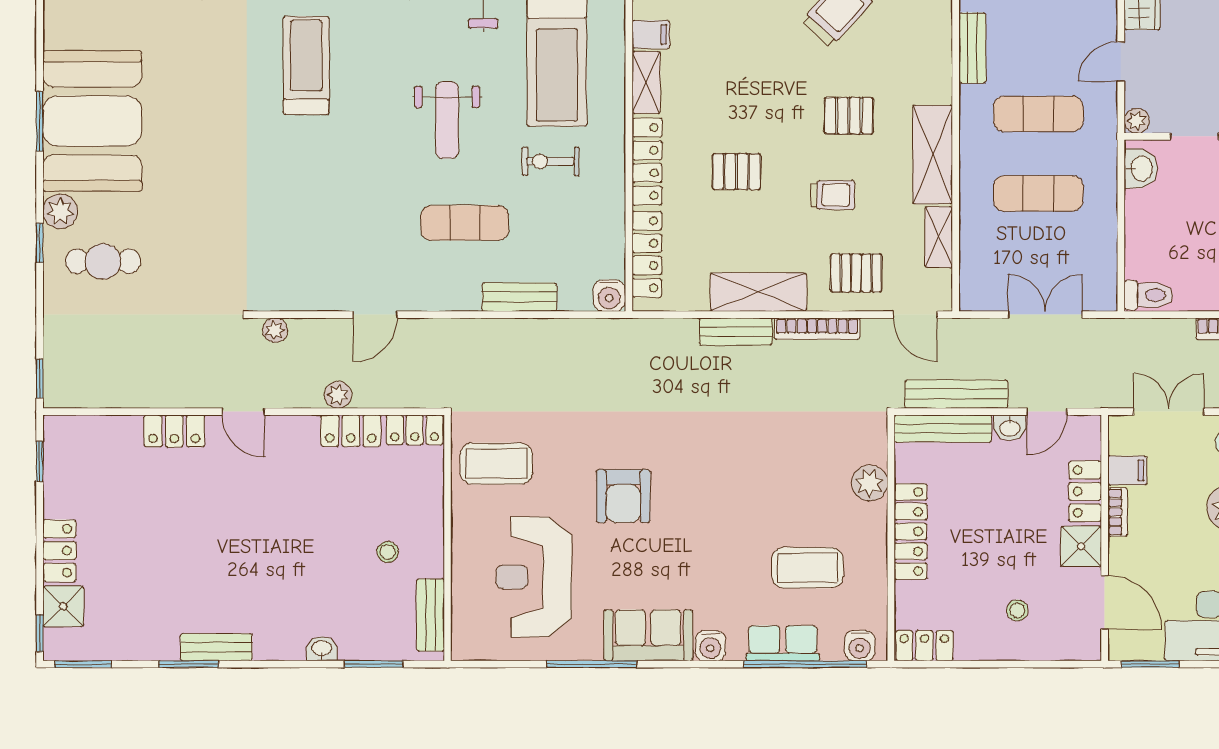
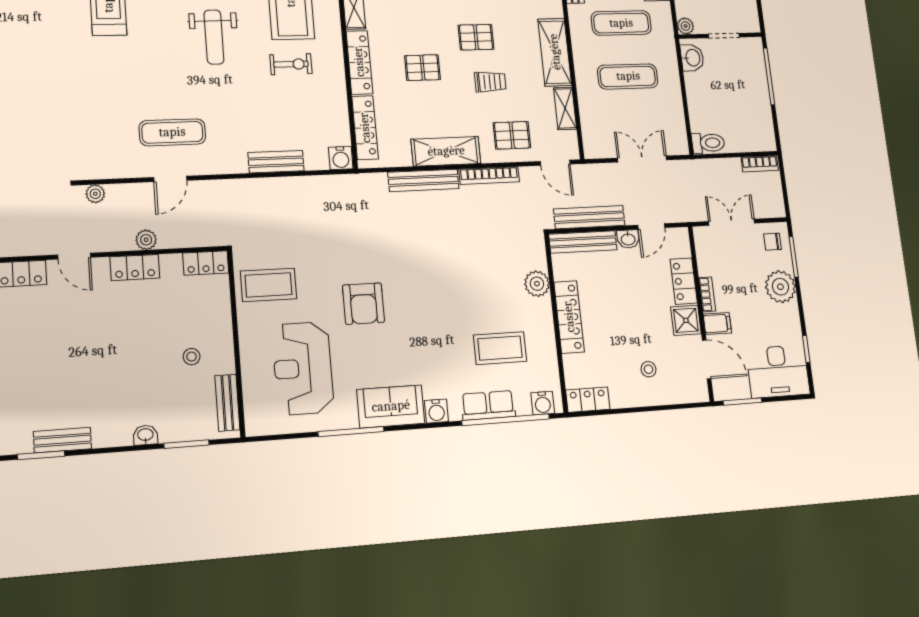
pallet: (849, 116) -> (476, 37), moved
exercise bike: (551, 161) -> (291, 64), turned 180
exercise mat: (465, 223) -> (172, 132), moved
bench: (736, 332) -> (423, 180), width x1.36
locker: (351, 431) -> (135, 267), moved
filing cabinet: (1127, 470) -> (717, 323), moved

